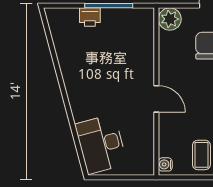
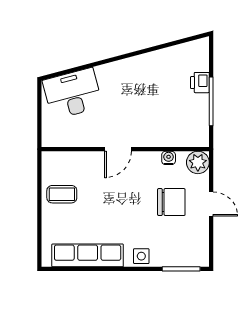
water cooler: (165, 164) -> (169, 158), moved

